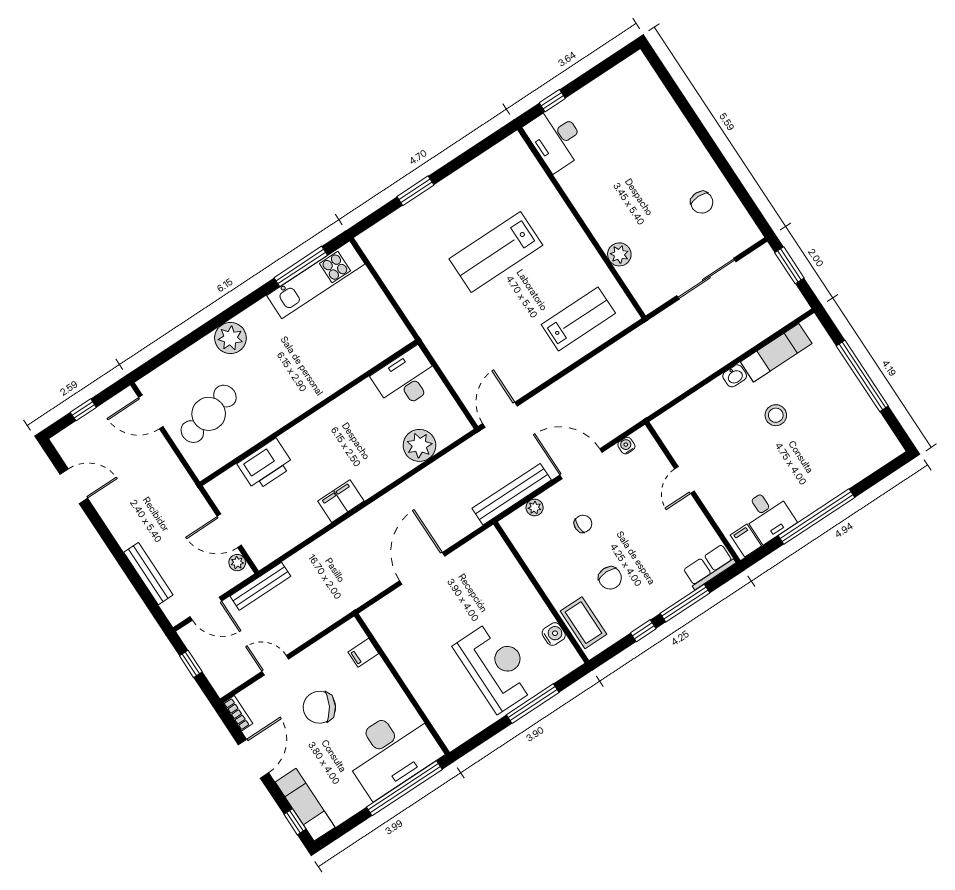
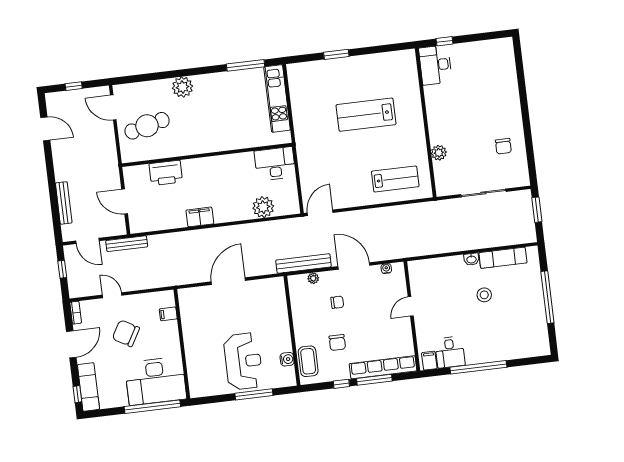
kitchen unit: (316, 280) -> (277, 98), moved, turned 90
plant: (237, 563) -> (120, 223), removed
row of seats: (709, 567) -> (383, 367), width x2.02

